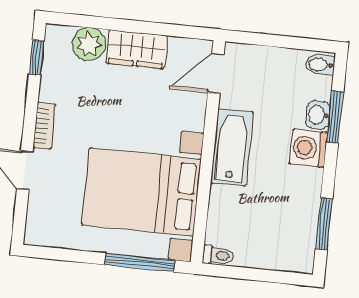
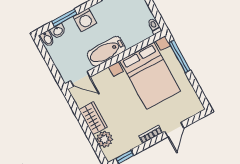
washbasin: (318, 115) -> (58, 31), moved

